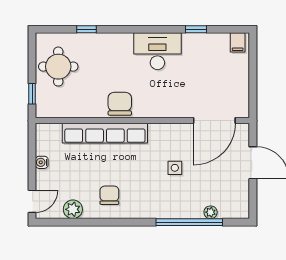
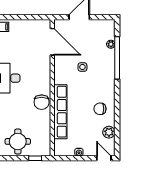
chair: (120, 104) -> (42, 102), turned -90

